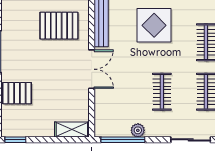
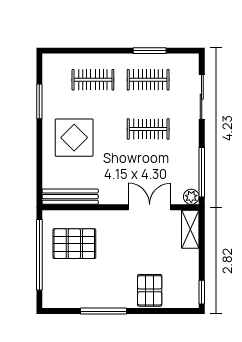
pallet: (59, 26) -> (74, 244), turned 90
double door: (92, 69) -> (150, 207), moved
plant: (138, 130) -> (191, 197), moved

